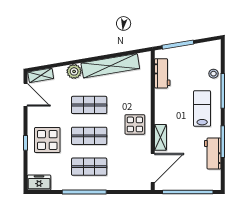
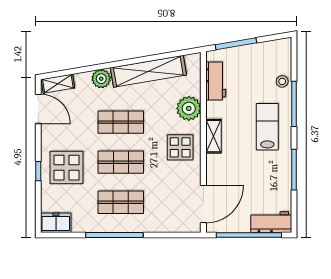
plant: (142, 94) -> (189, 108), added
shelving: (161, 137) -> (213, 136), moved
workbench: (213, 153) -> (271, 222), moved, turned 90

